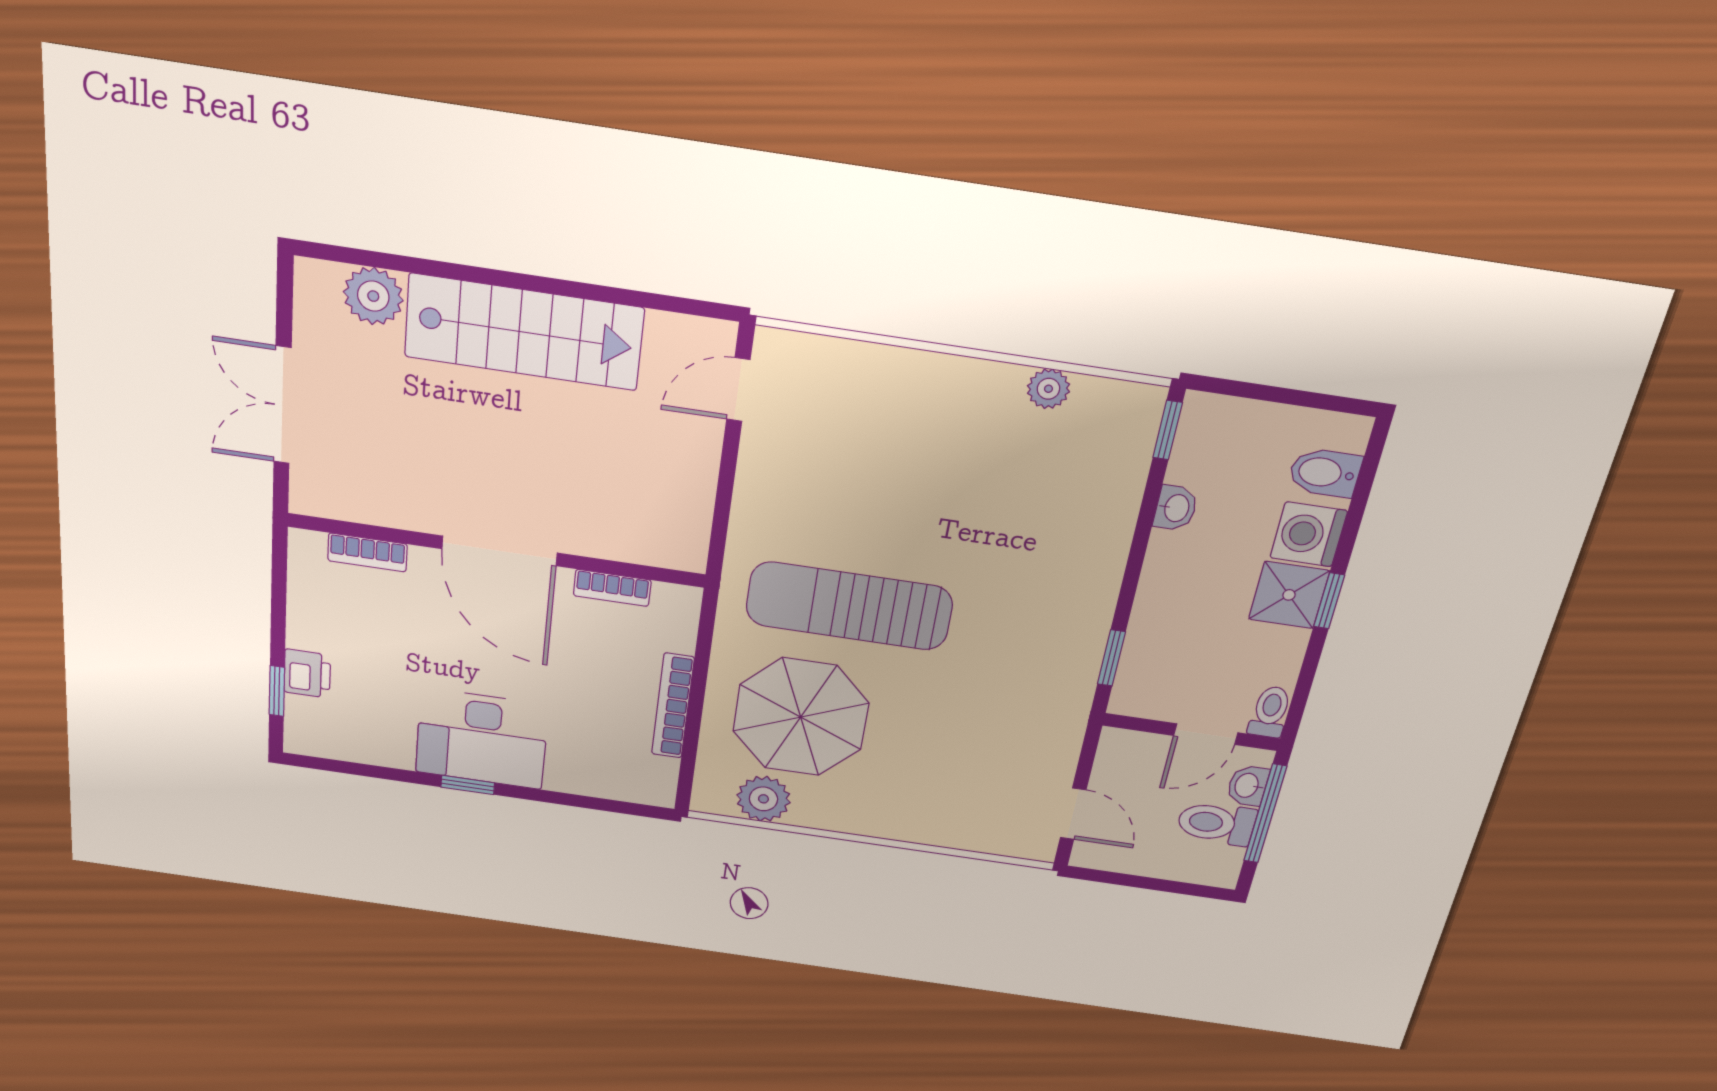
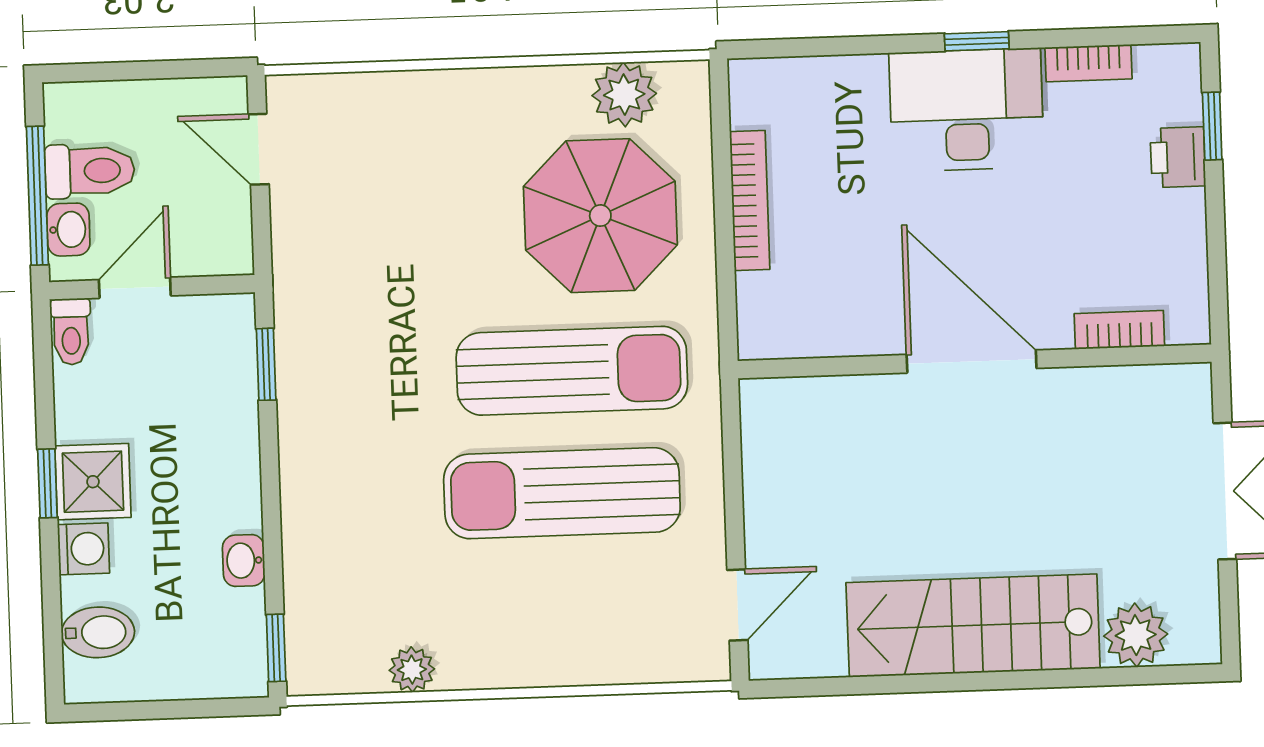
sun lounger: (879, 511) -> (562, 493), added
washing machine: (1309, 534) -> (83, 549), width x0.73, depth x0.73
bookcase: (612, 588) -> (1088, 63), moved, turned 180

